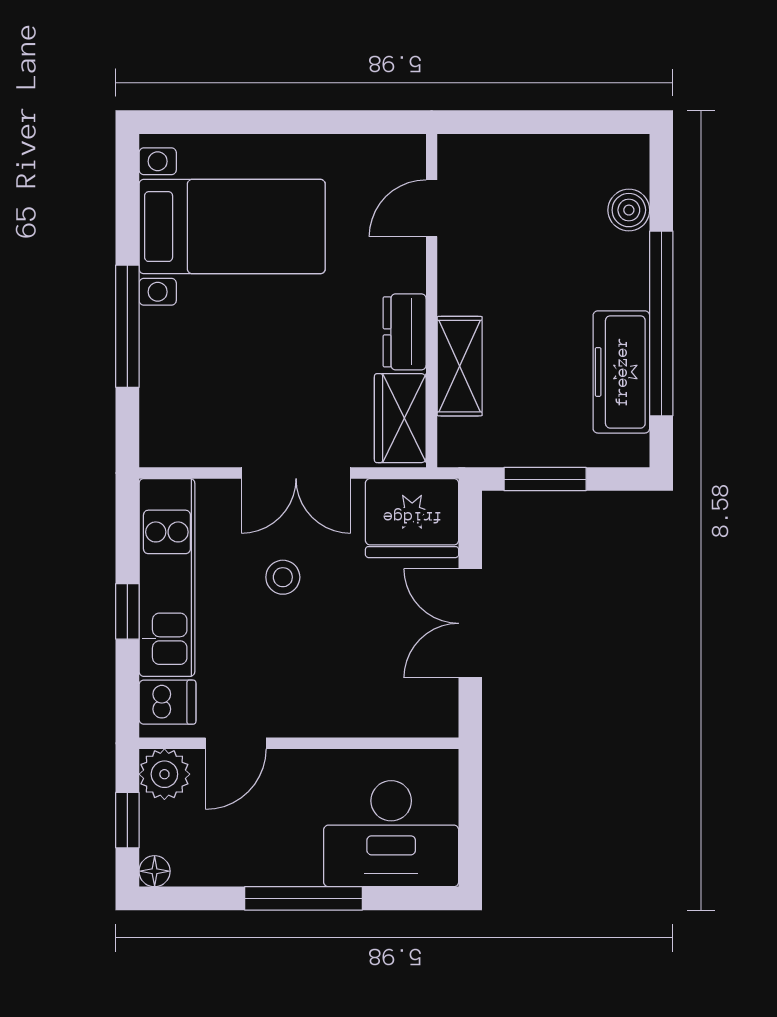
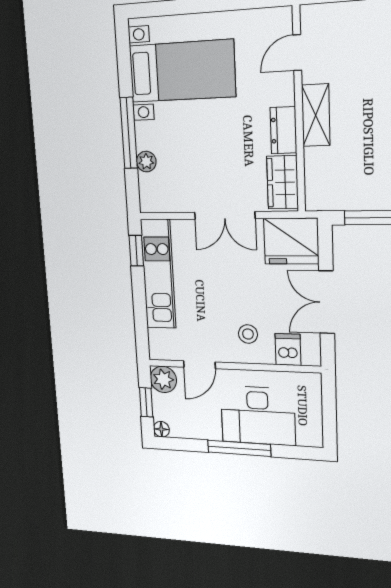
shelving: (460, 366) -> (316, 115), moved
plant: (157, 377) -> (146, 162), added
stool: (283, 577) -> (248, 334), moved
window: (127, 611) -> (136, 251), moved
dishwasher: (167, 702) -> (288, 350), moved, turned -90
desk: (391, 834) -> (258, 416), moved

